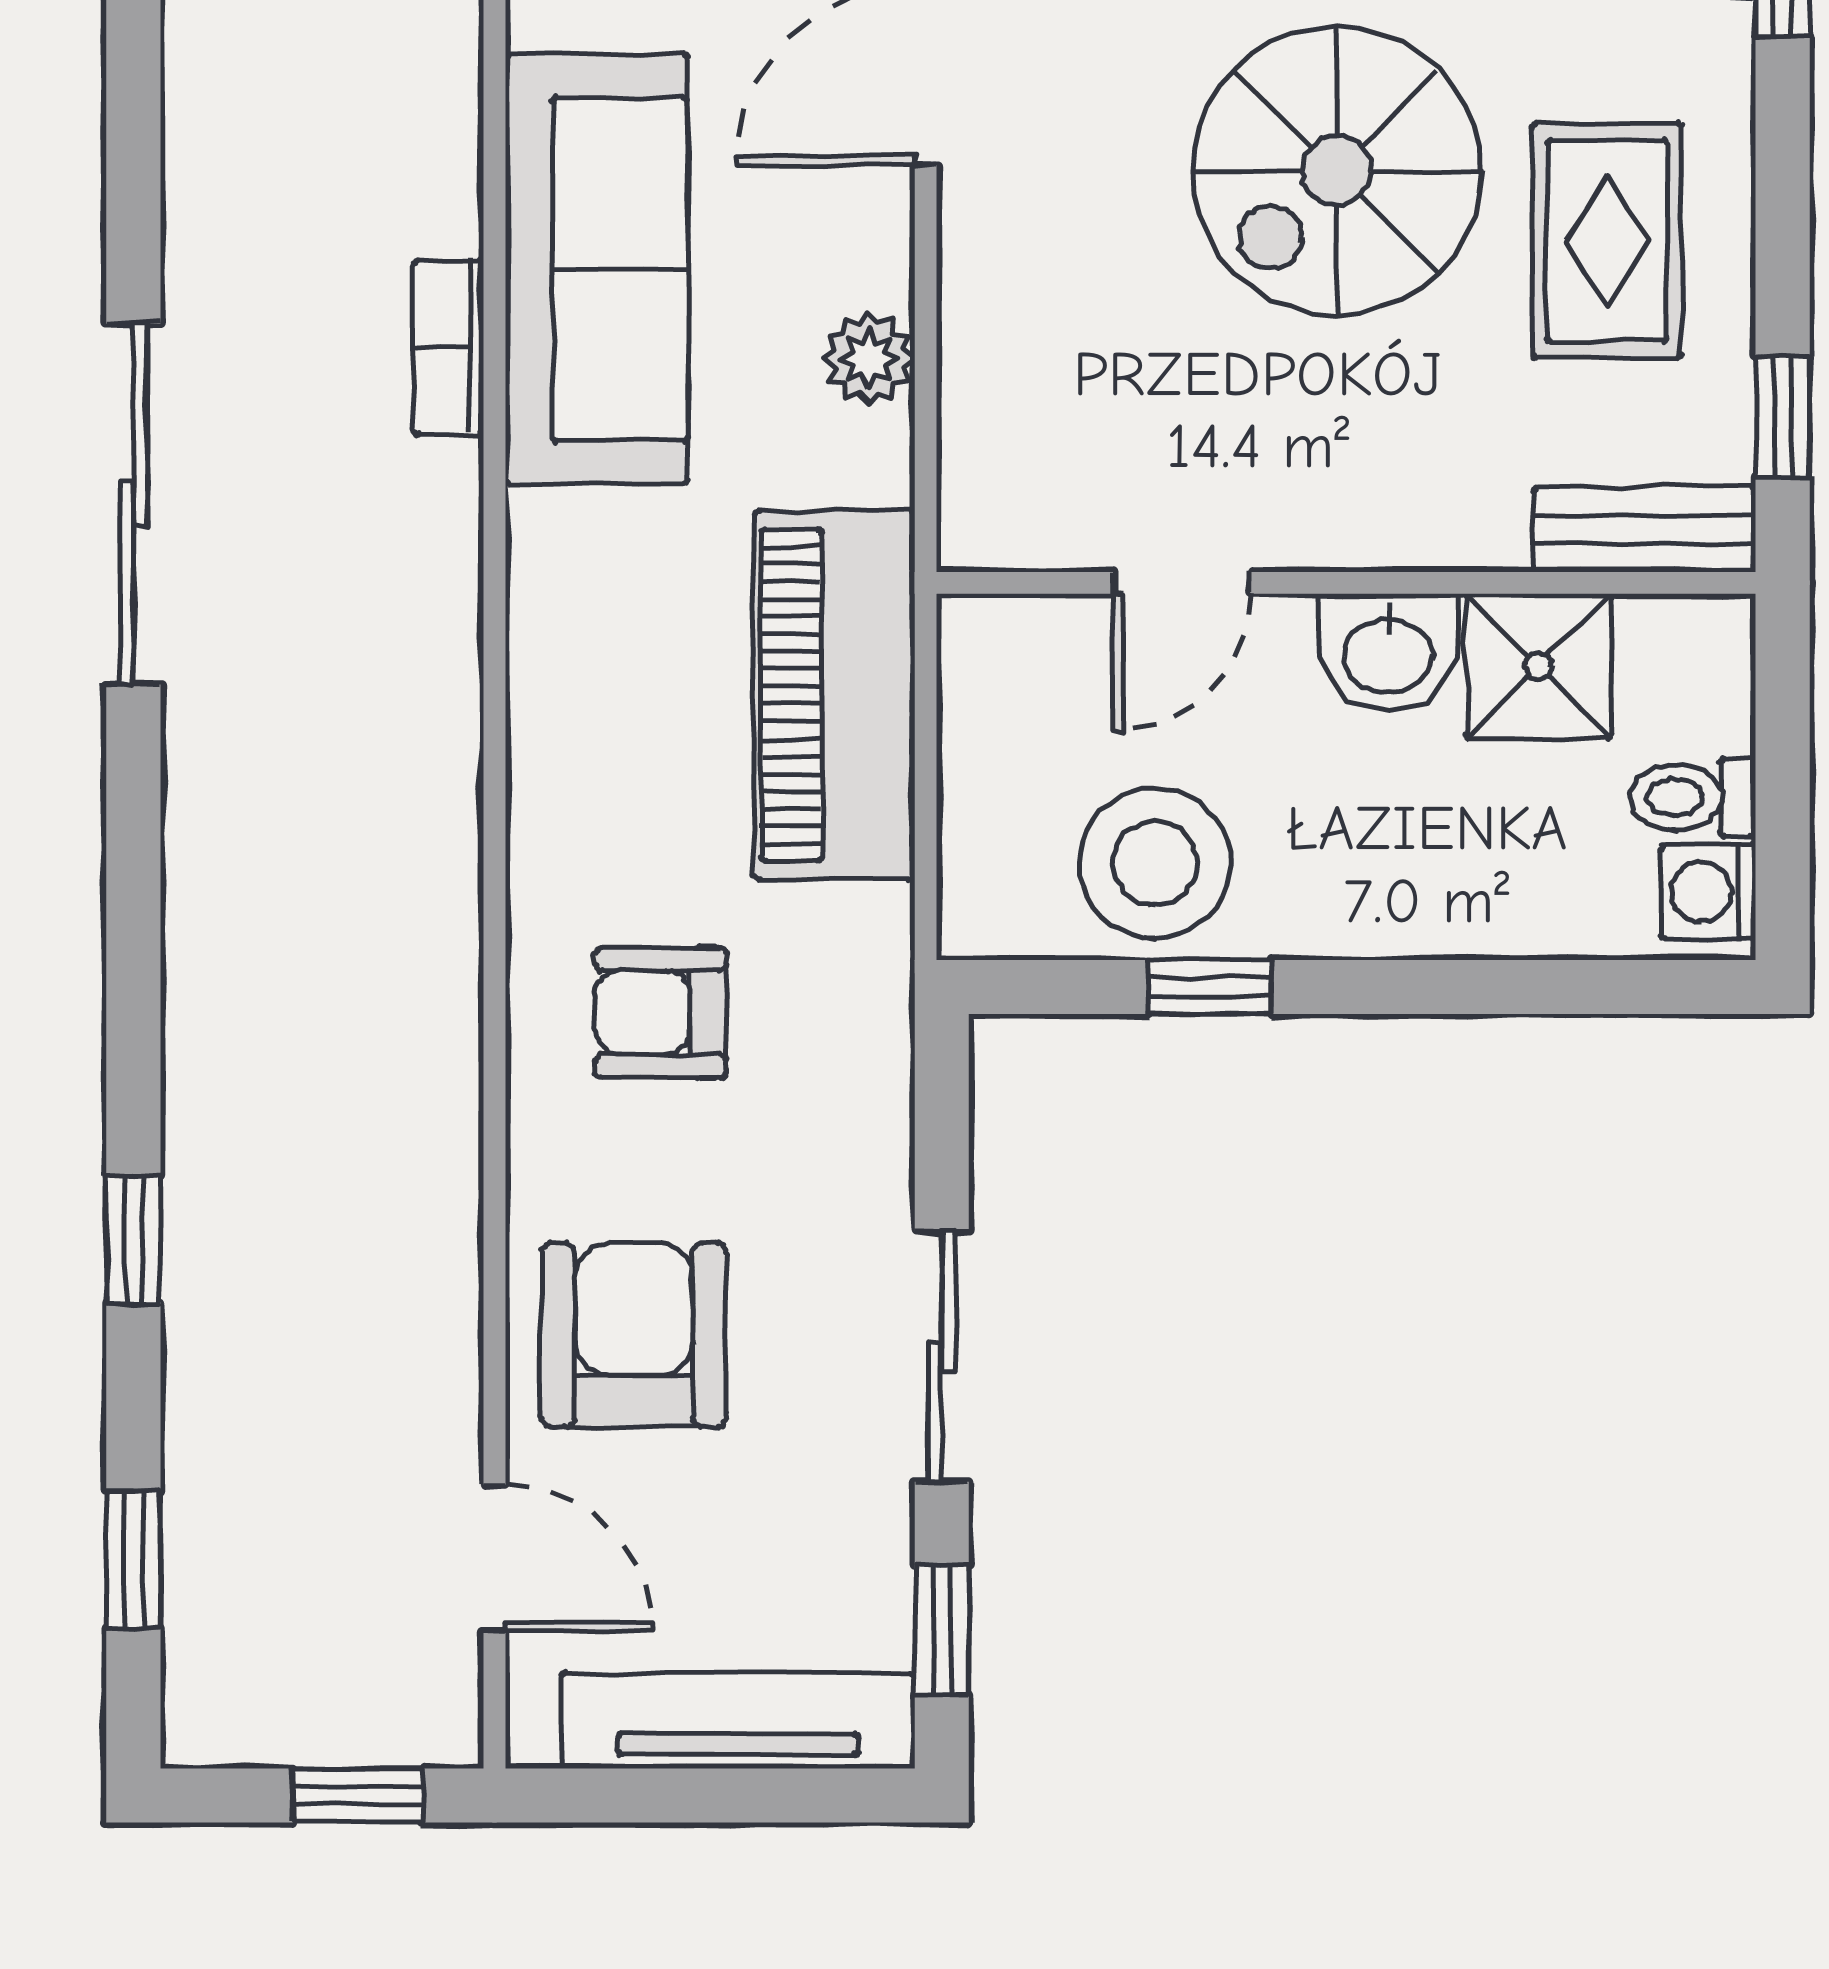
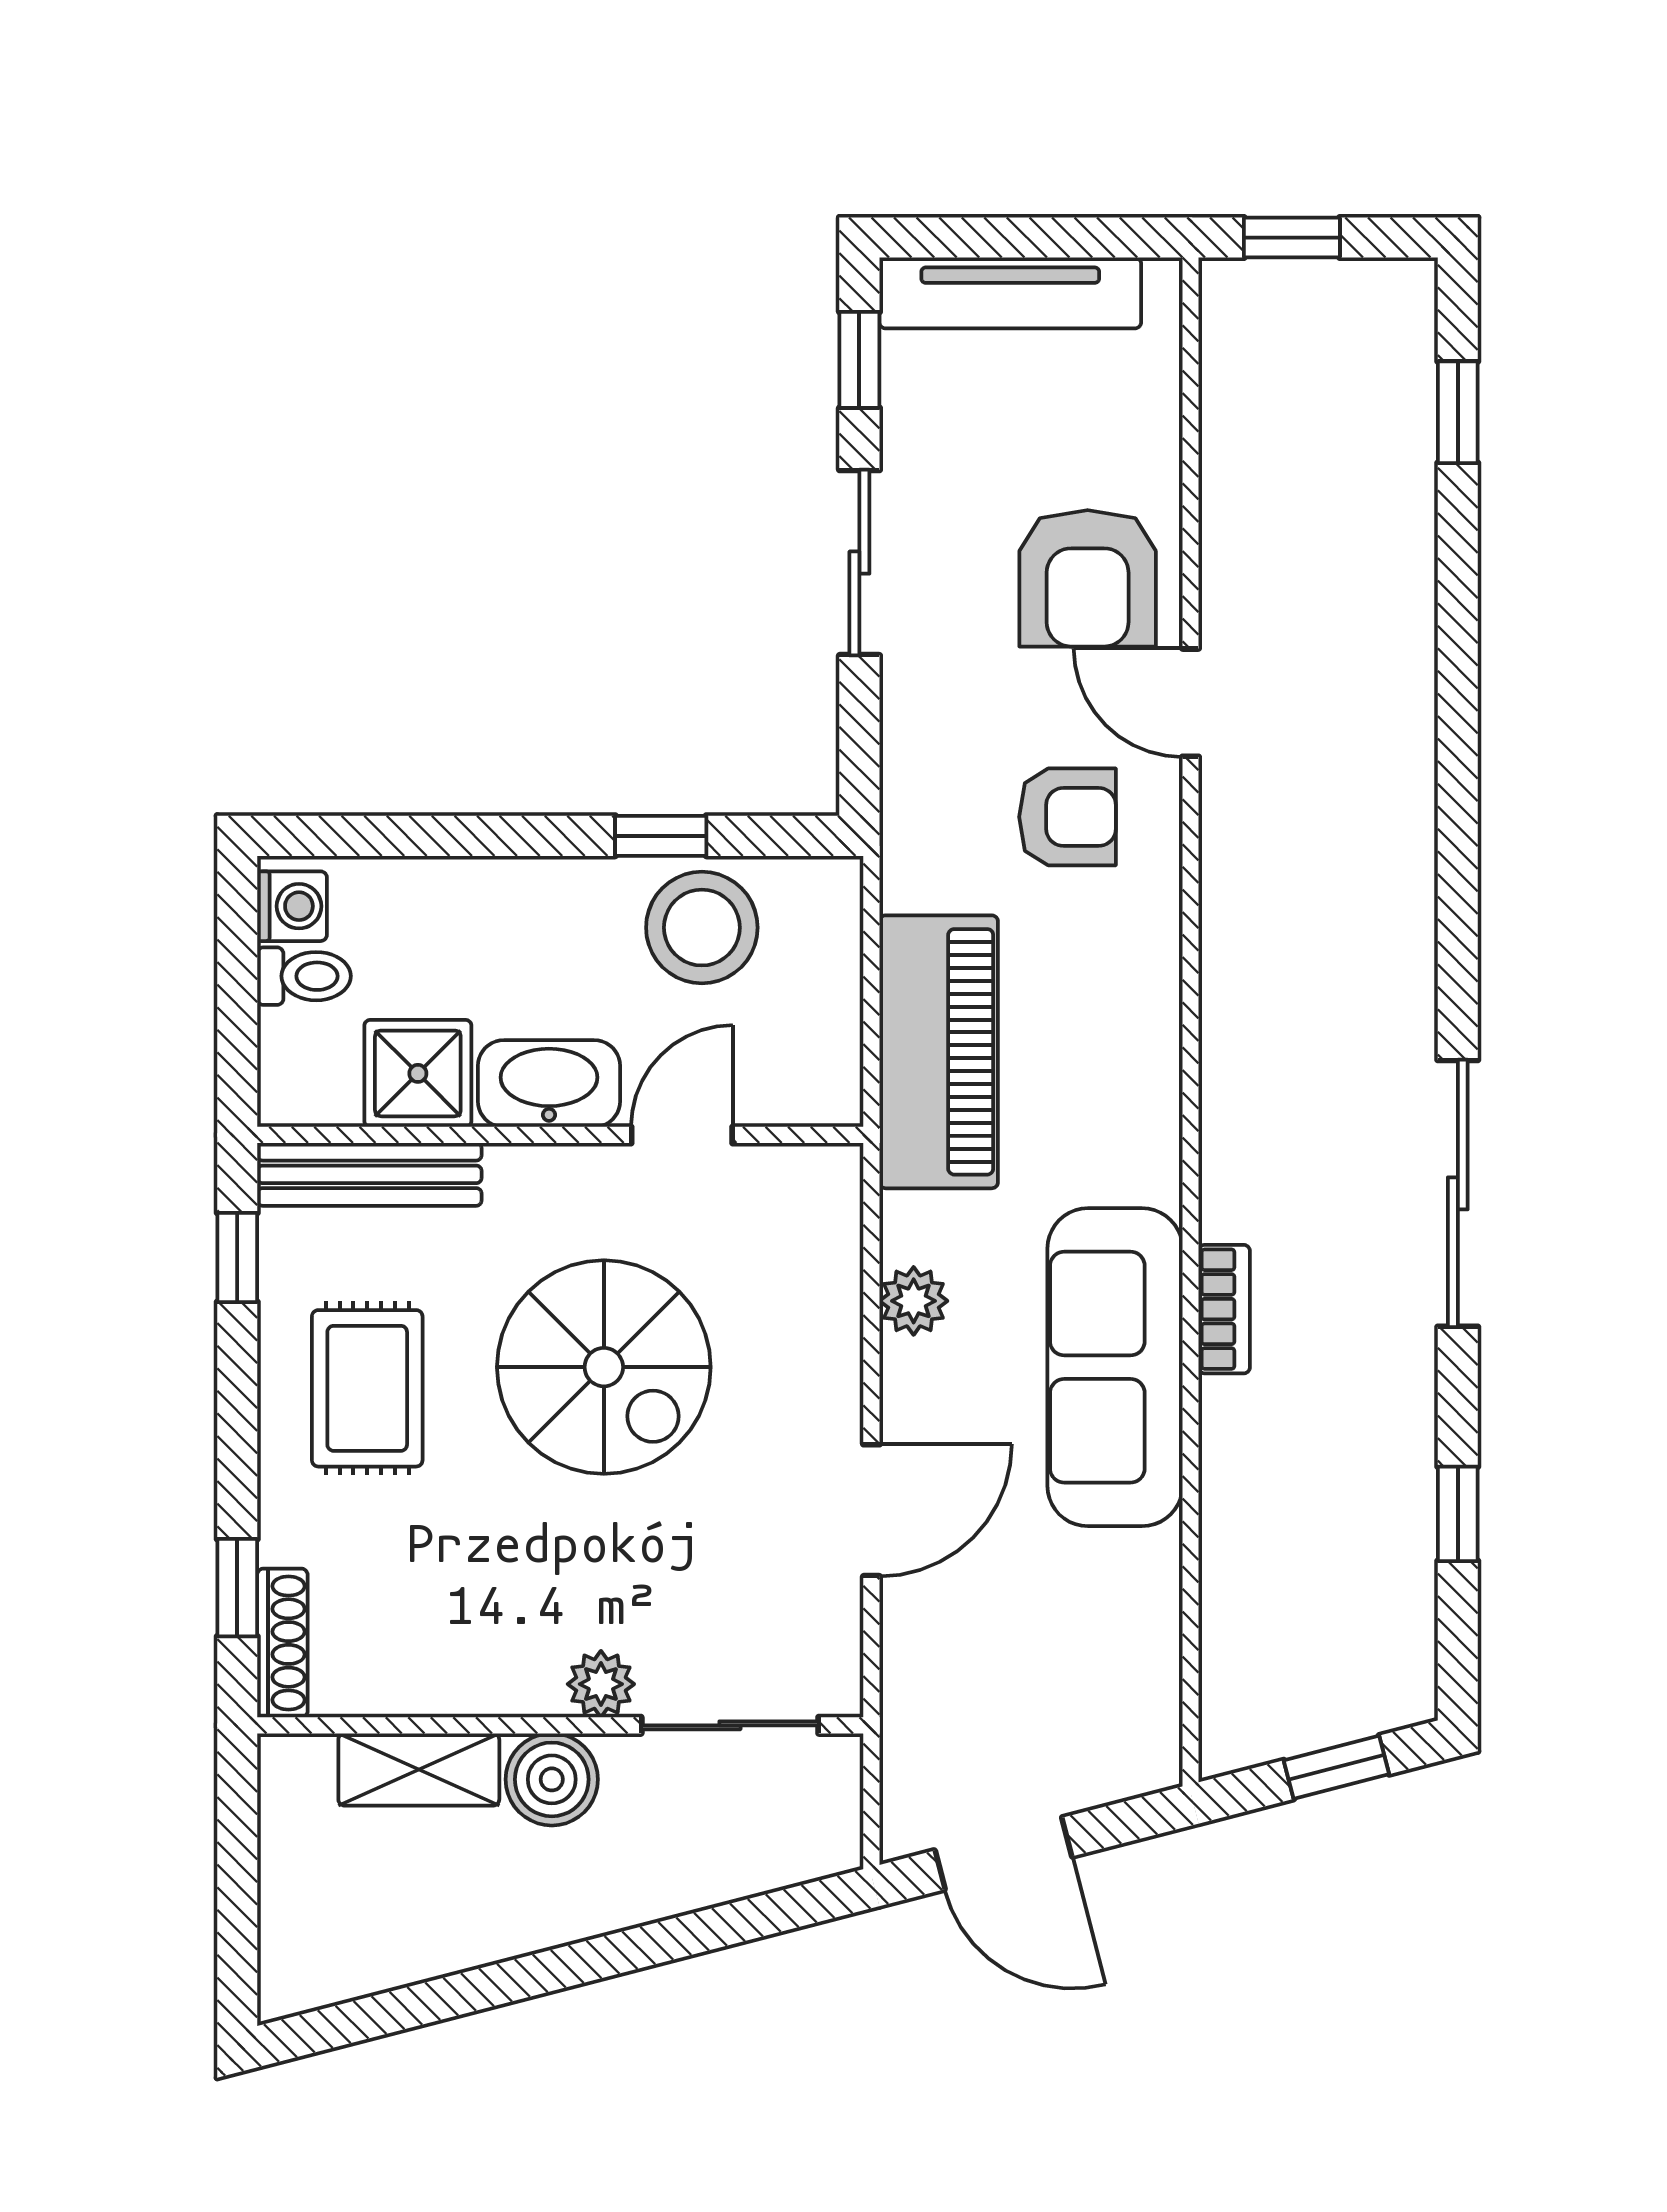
spiral stairs: (1337, 171) -> (604, 1367), moved, turned 90
bench: (1644, 530) -> (369, 1174), width x1.36
washbasin: (1388, 652) -> (549, 1084), width x1.38
window: (133, 1240) -> (1458, 1514), moved
door: (494, 1558) -> (1191, 703), moved

